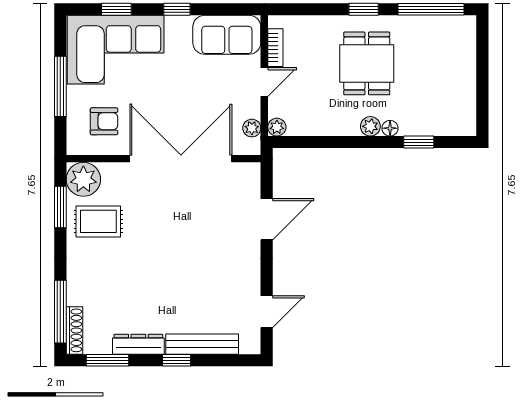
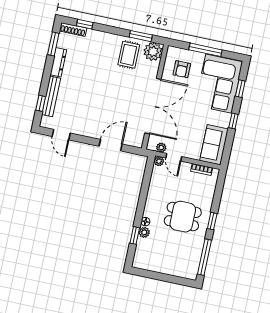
door: (264, 82) -> (174, 157), moved
plant: (370, 126) -> (144, 232), moved
door: (267, 219) -> (111, 145), swing flipped
window: (60, 312) -> (85, 24), width x0.46
window: (176, 360) -> (41, 103), moved

